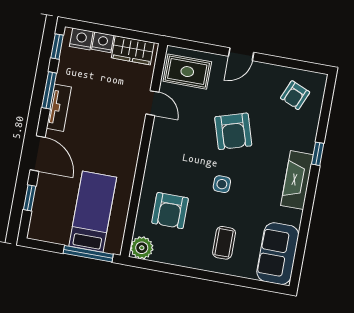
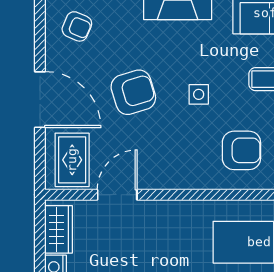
door: (241, 54) -> (40, 100), width x1.87
door: (152, 103) -> (117, 195), width x1.38

